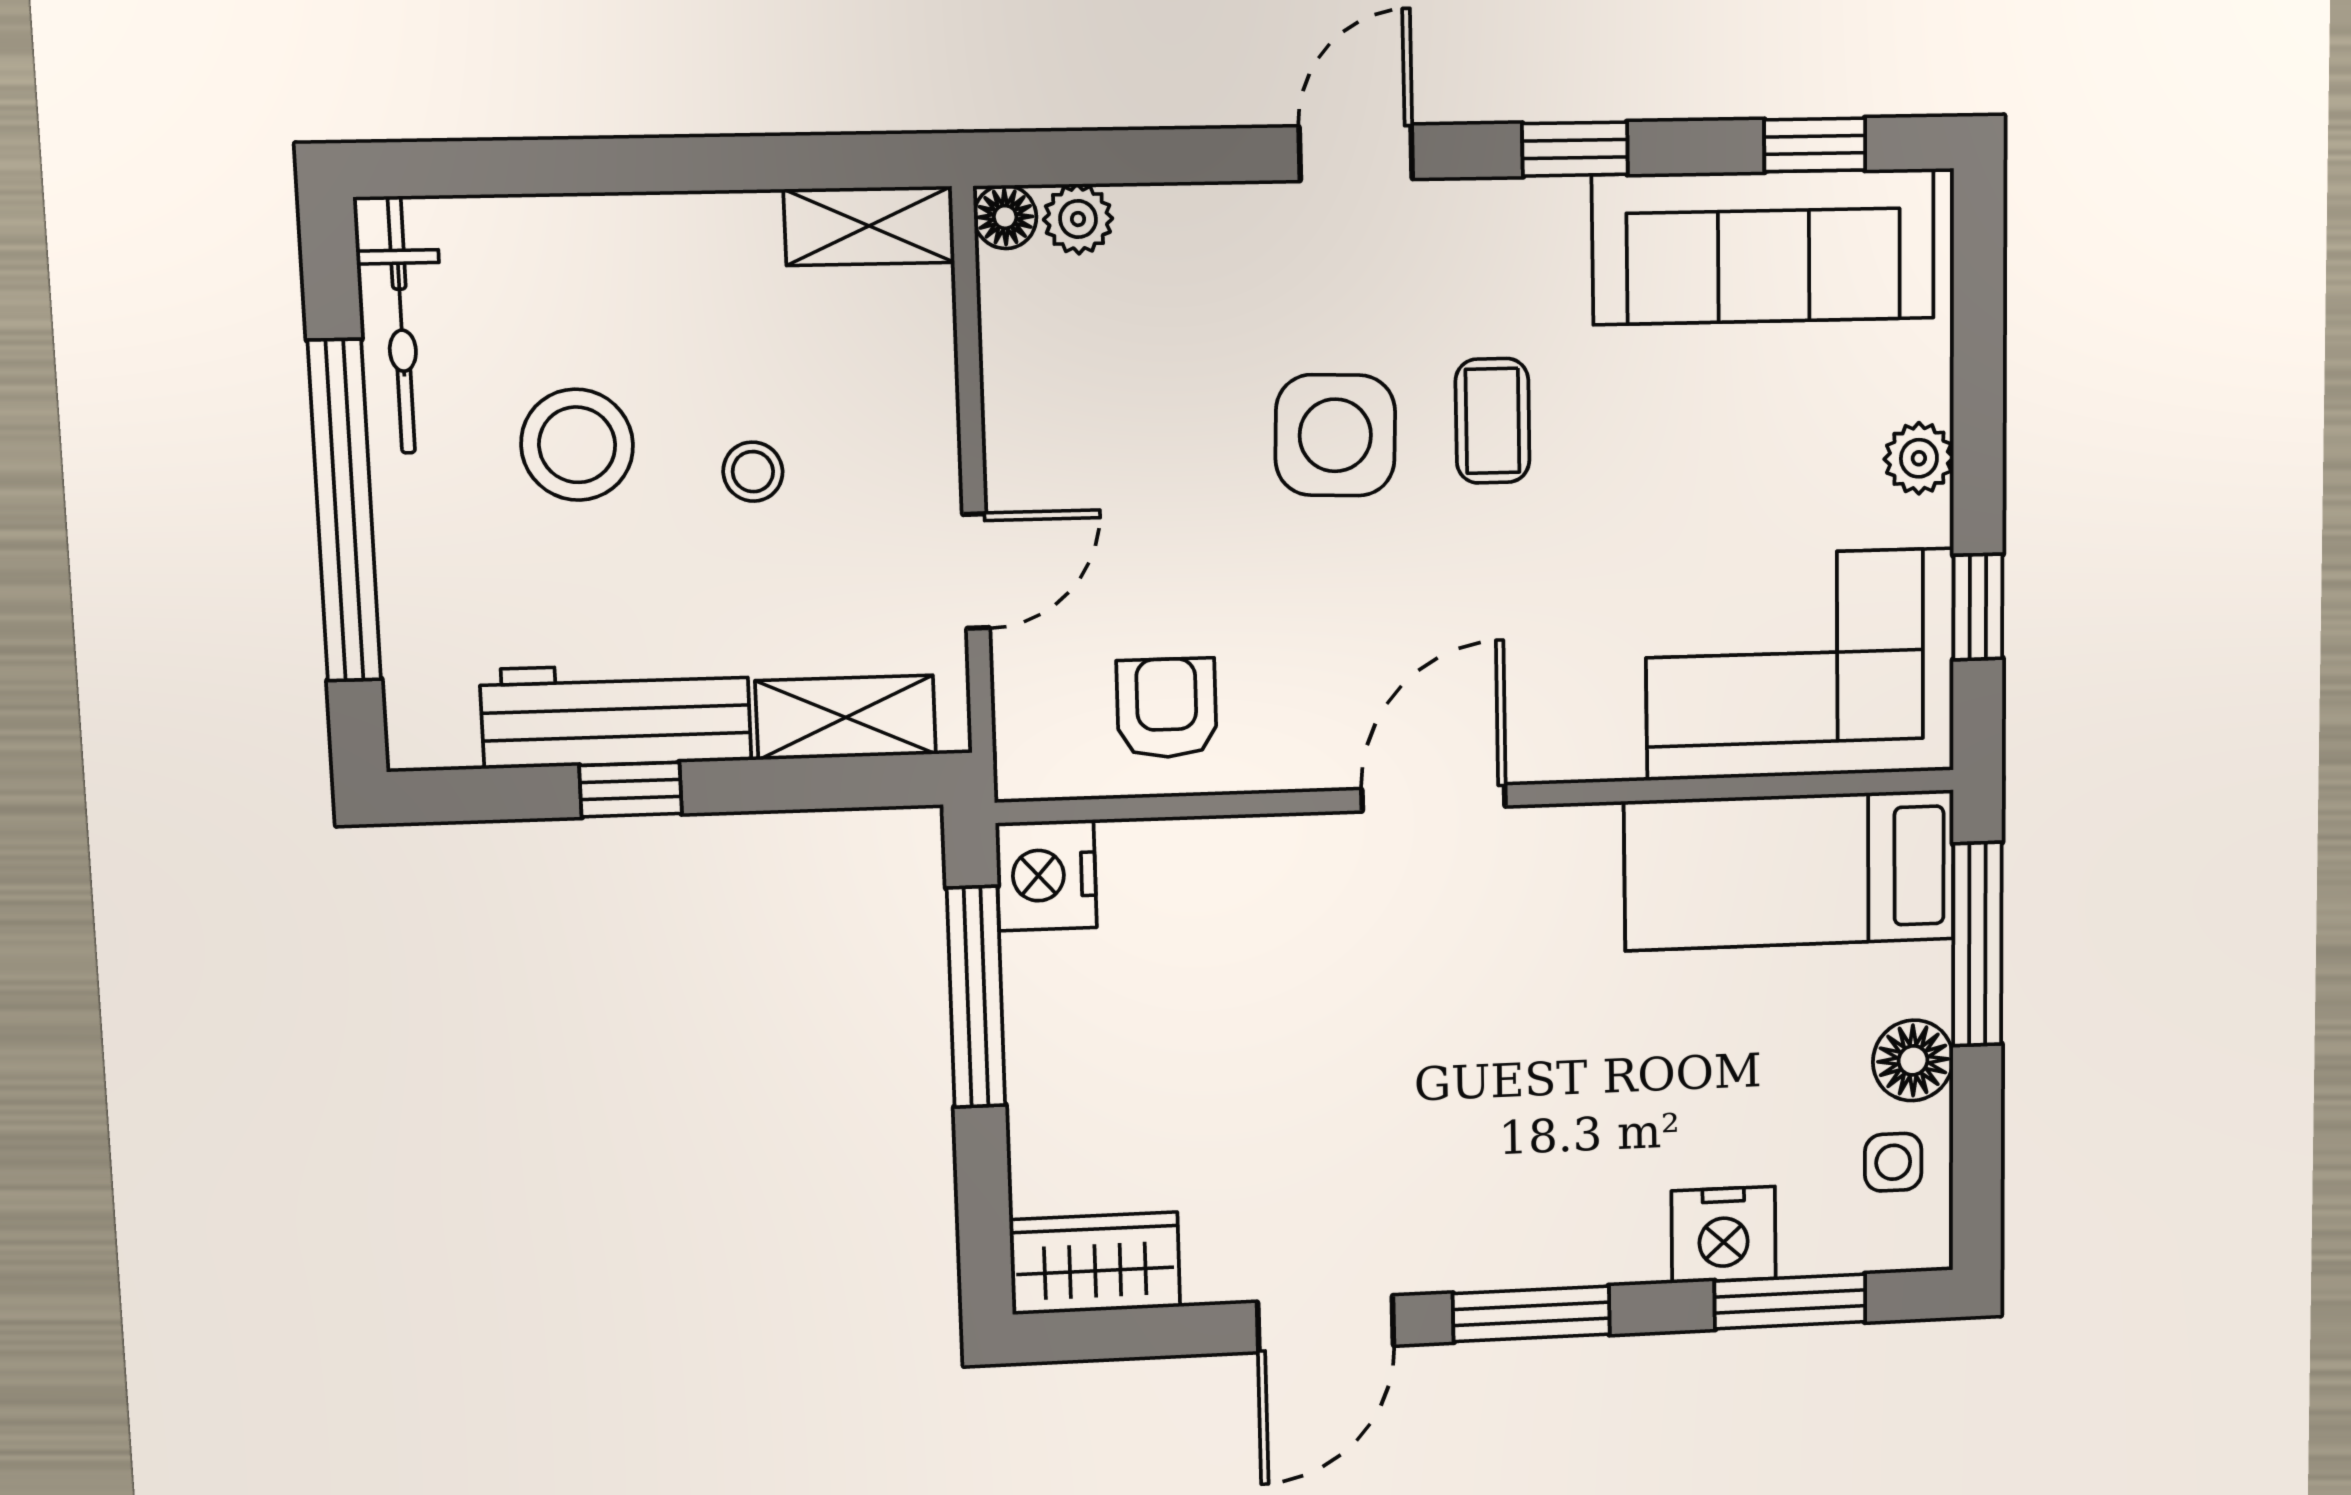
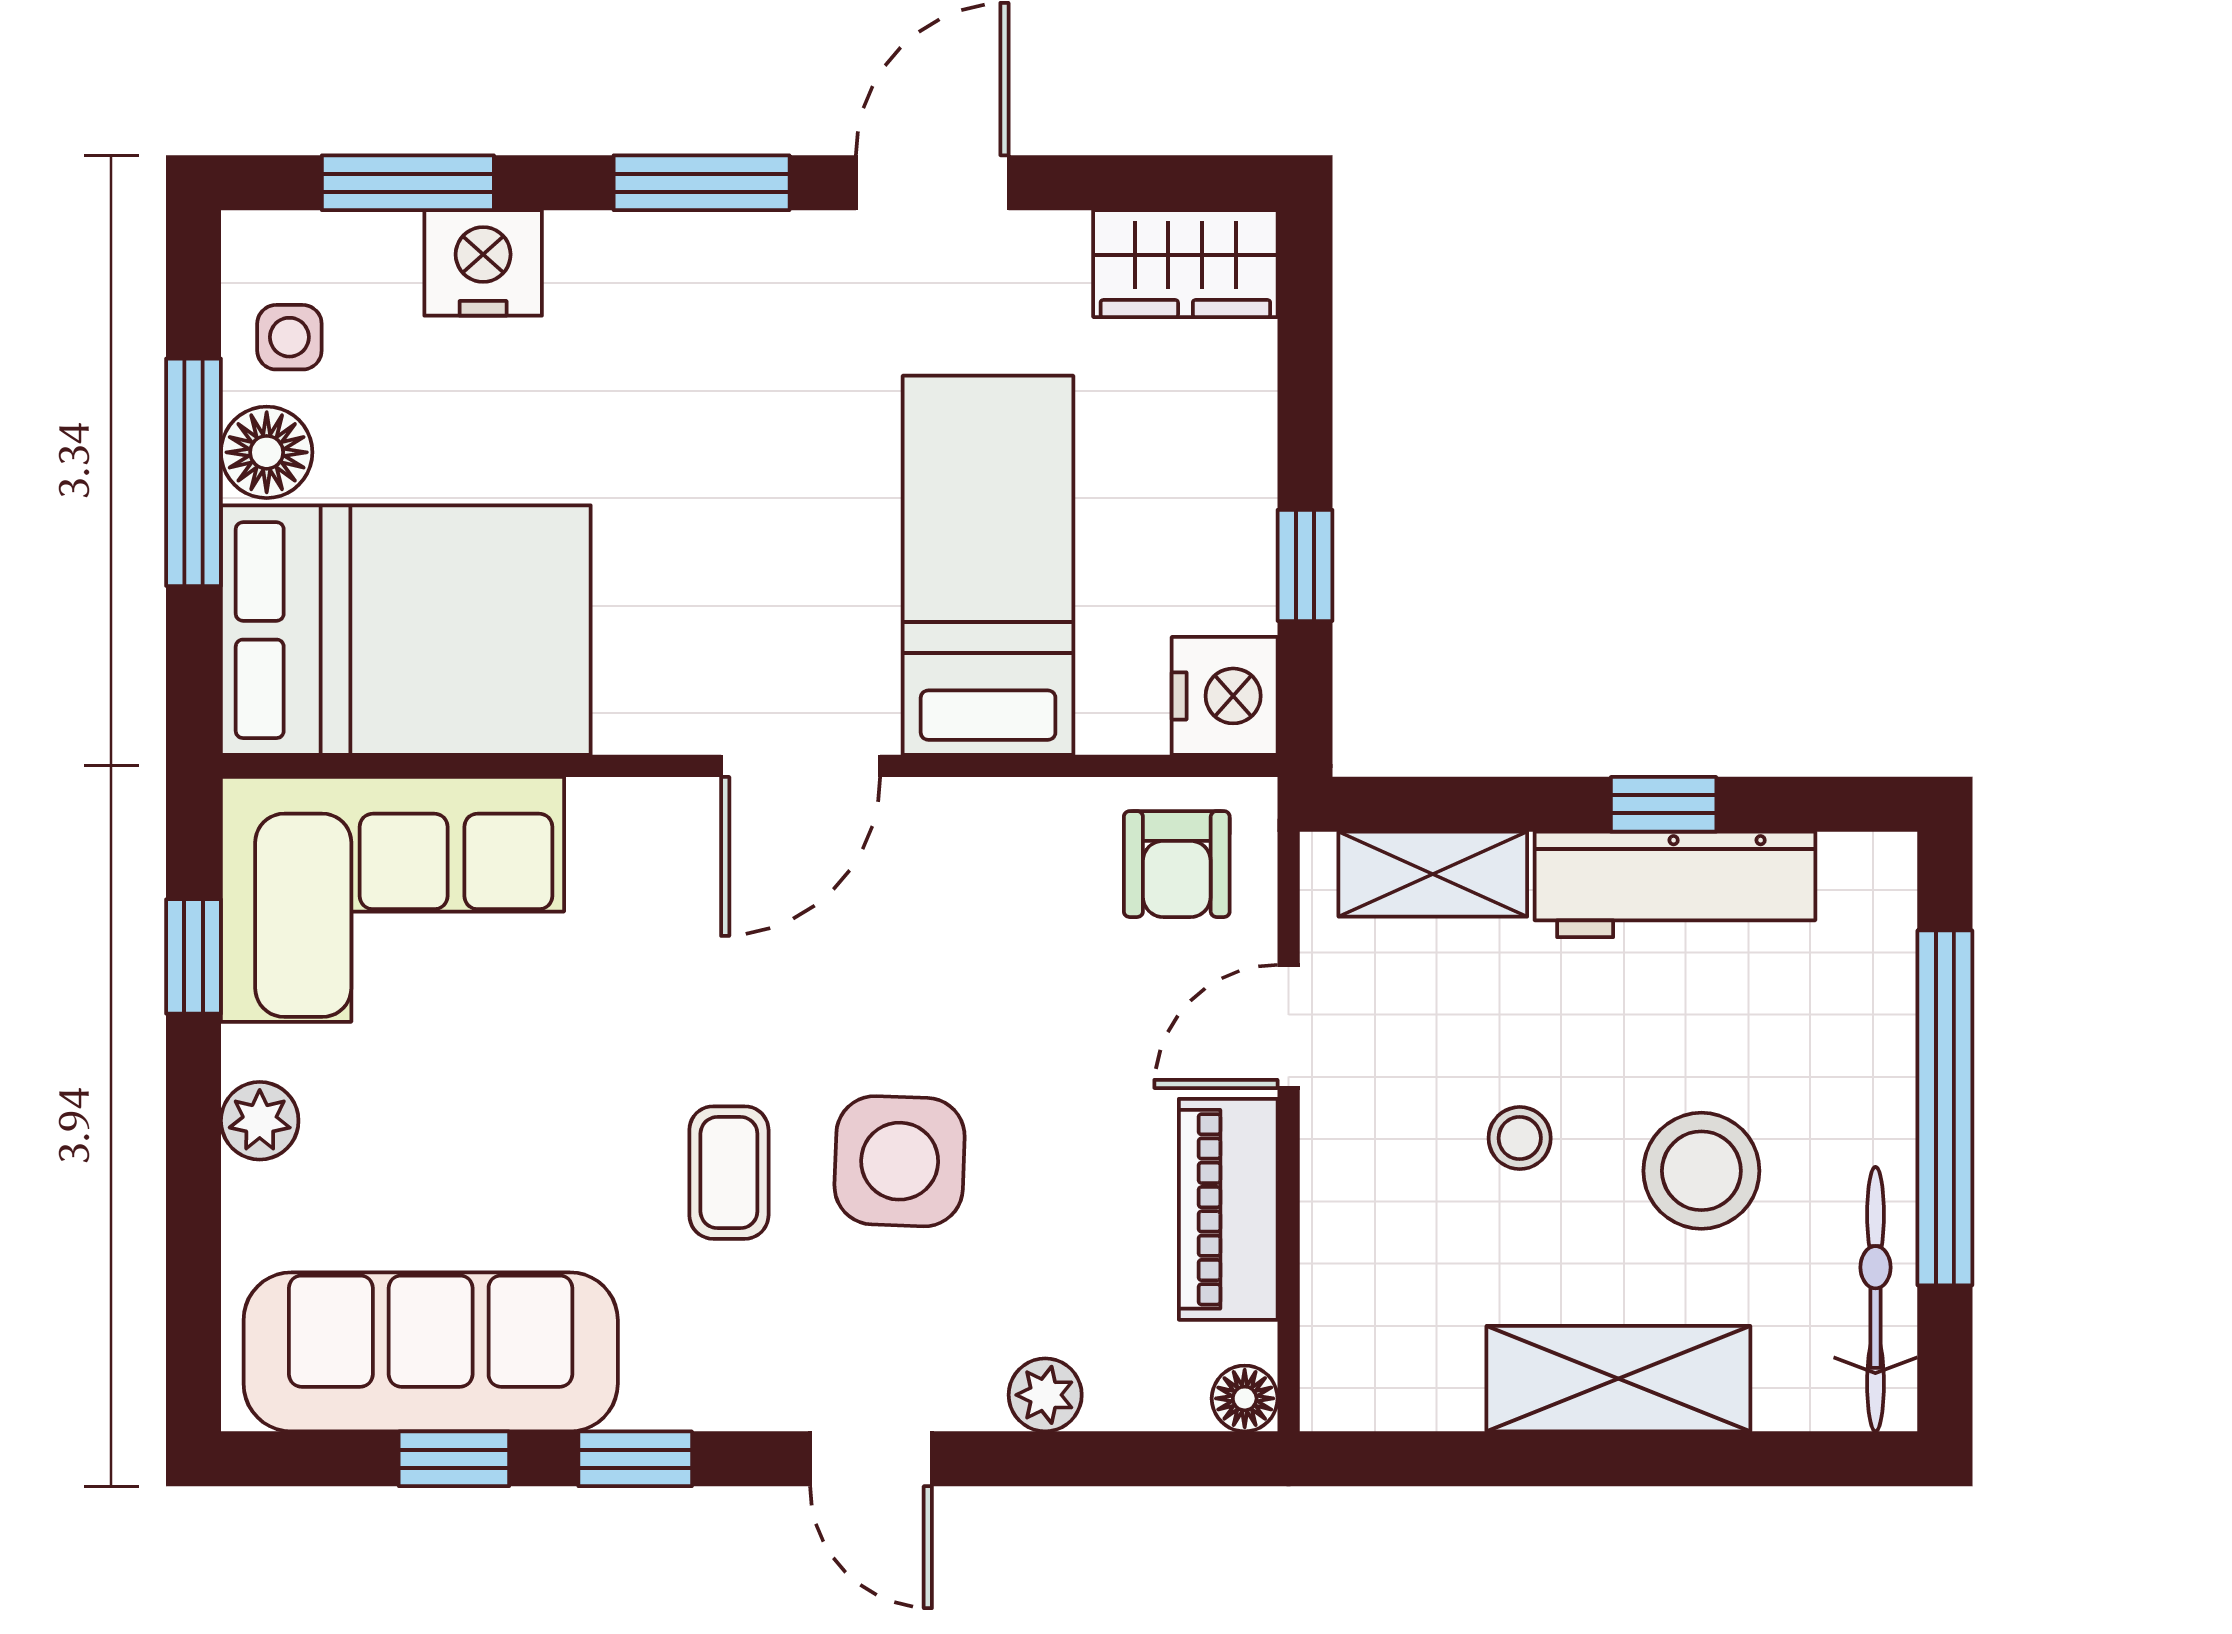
window: (1815, 145) -> (454, 1459), moved
door: (1356, 153) -> (871, 1459), hinge flipped
plant: (1078, 219) -> (1045, 1395), moved
shelving: (869, 226) -> (1618, 1379), moved, width x1.50, depth x1.33
piano: (1027, 397) -> (1228, 1209), added
armchair: (1167, 708) -> (1177, 864), moved
bed: (1790, 870) -> (406, 630), width x1.50
window: (1977, 944) -> (193, 472), moved
bed: (1267, 986) -> (988, 565), added
window: (976, 997) -> (1305, 565), width x0.46

